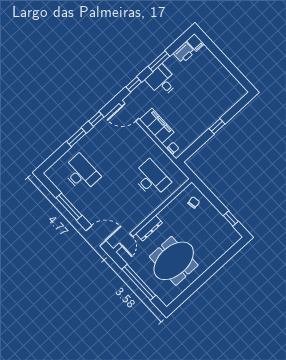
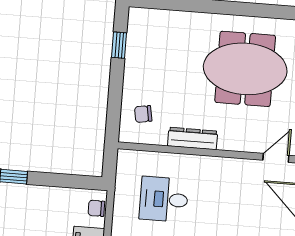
desk: (151, 179) -> (164, 199), width x0.73
dresser: (149, 228) -> (193, 138), moved

